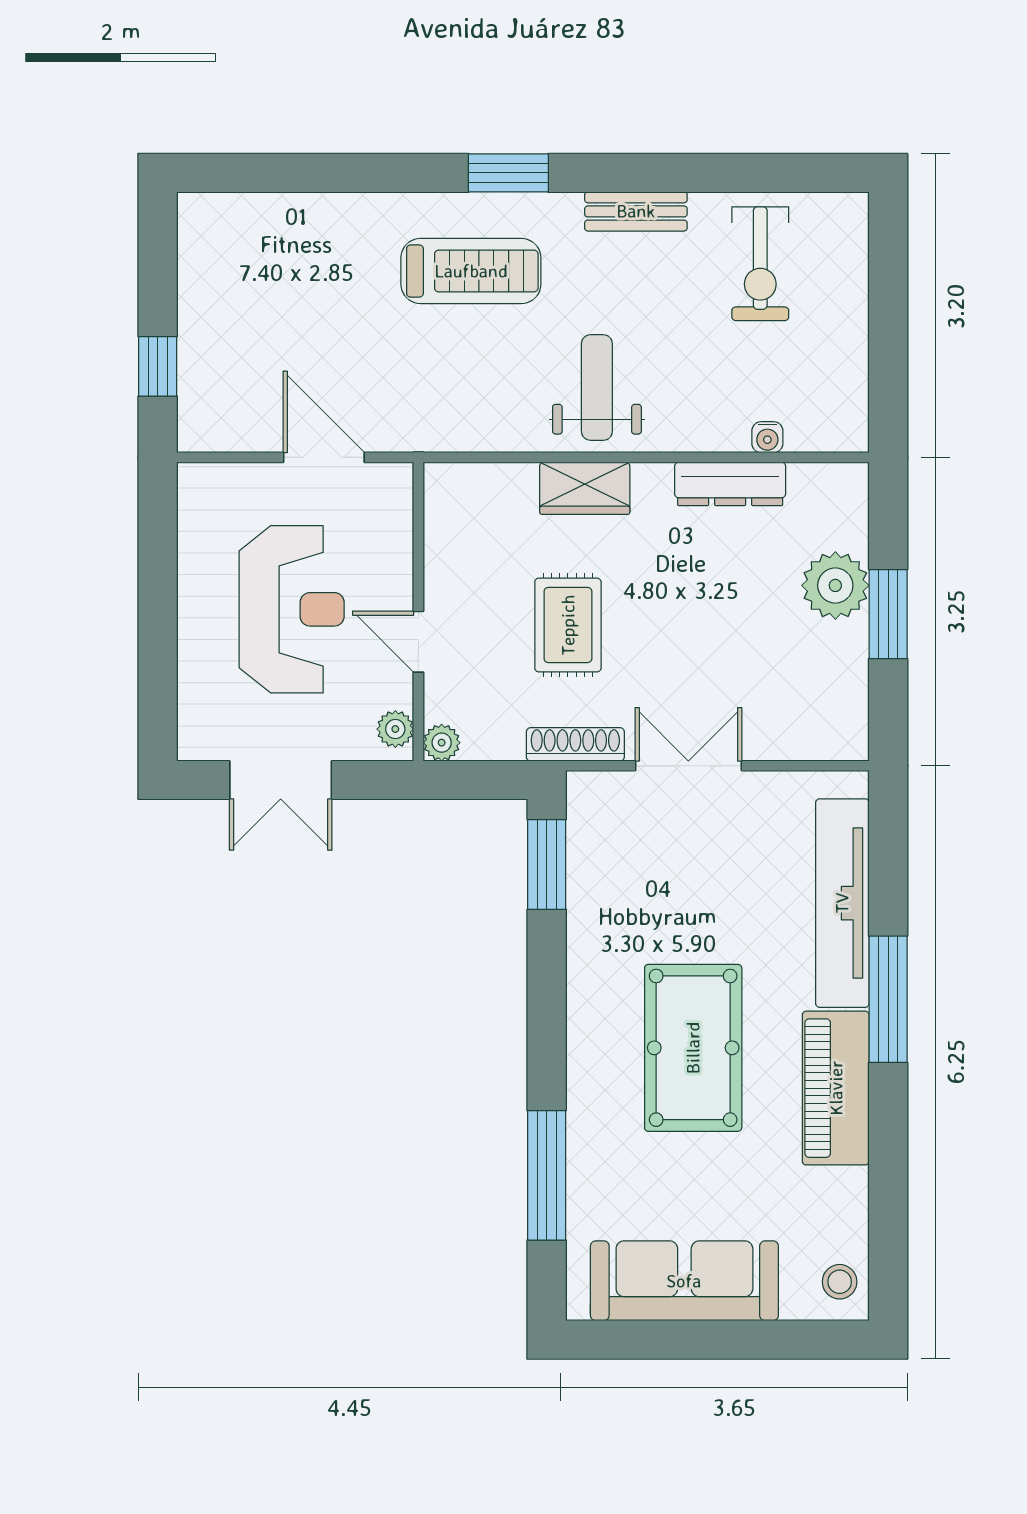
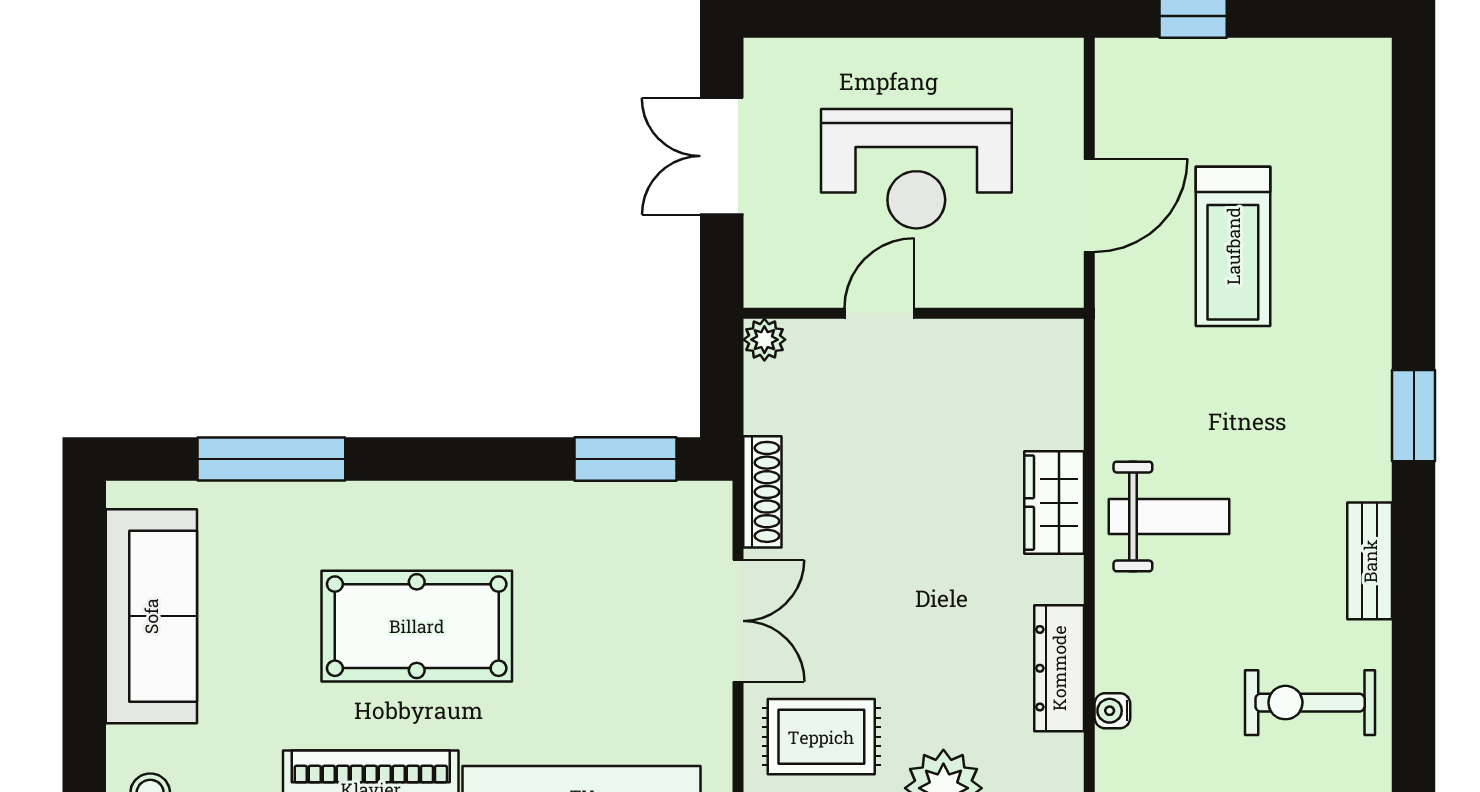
treadmill: (471, 271) -> (1233, 246), moved
rug: (568, 625) -> (821, 737), moved
plant: (395, 729) -> (780, 287), removed

